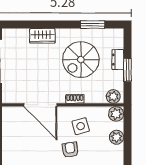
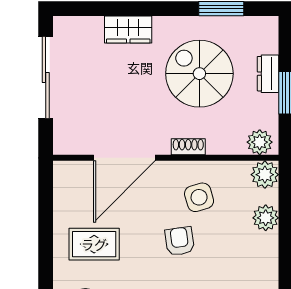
spiral stairs: (81, 60) -> (199, 74), turned 90
door: (40, 105) -> (124, 158), hinge flipped
rug: (24, 151) -> (94, 244), added

